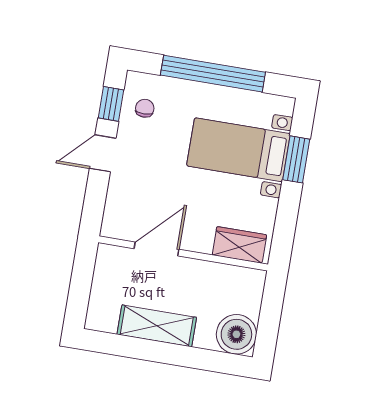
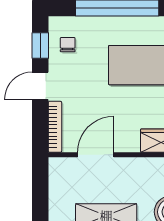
bookcase: (112, 206) -> (55, 127), added

